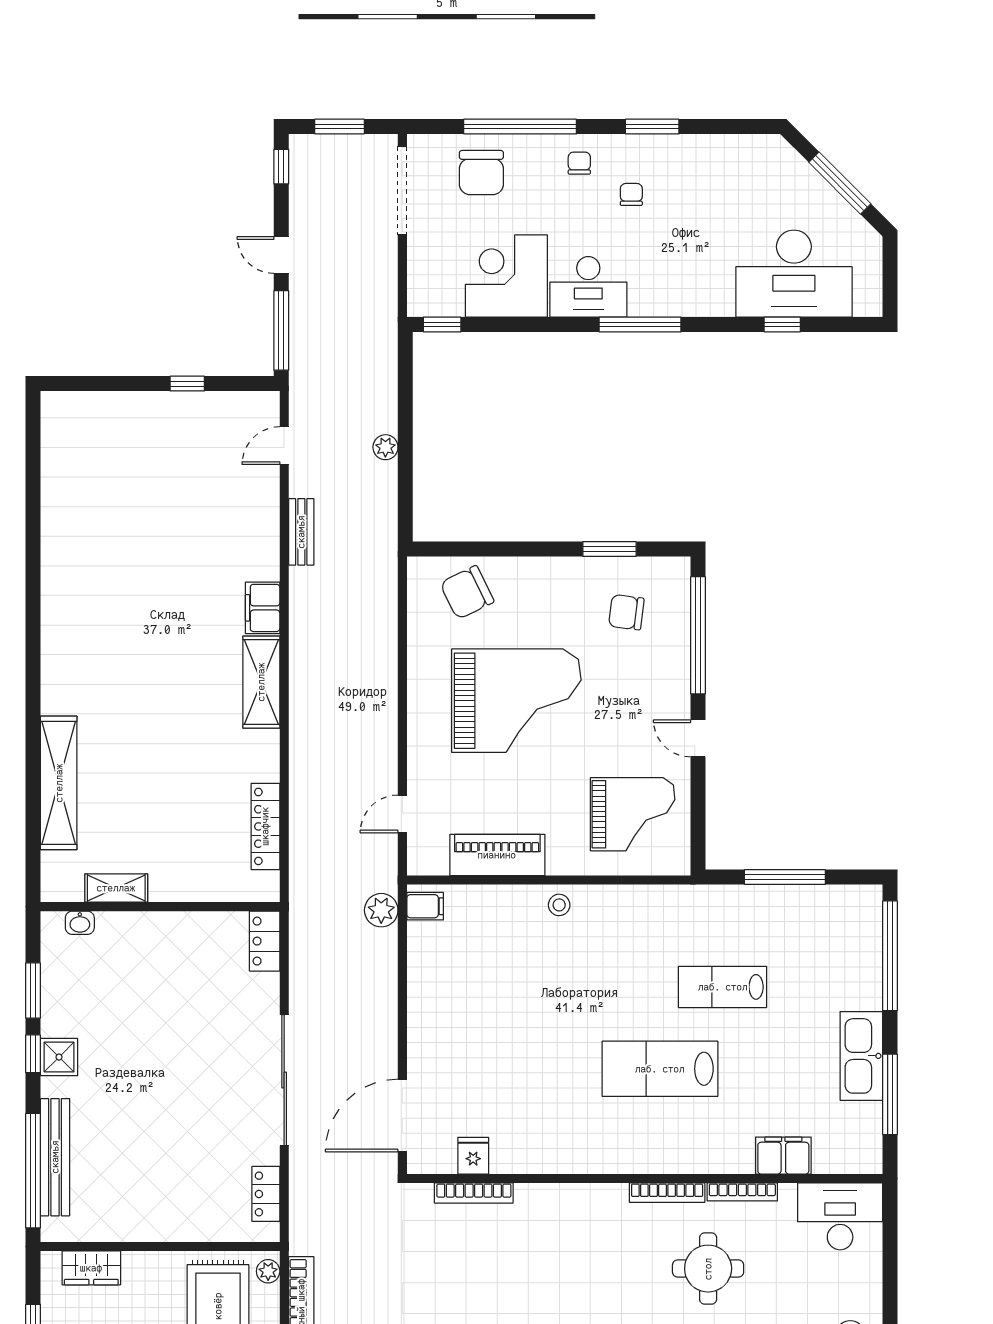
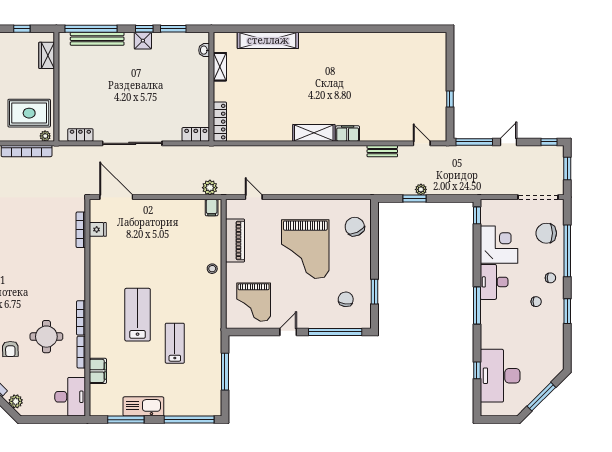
window: (405, 461) -> (414, 199), added
locker: (265, 826) -> (220, 122), moved, turned 90

